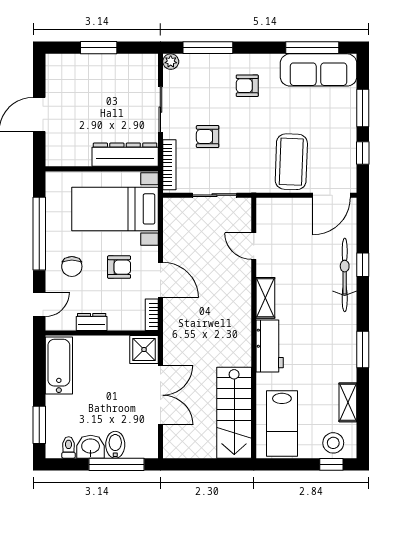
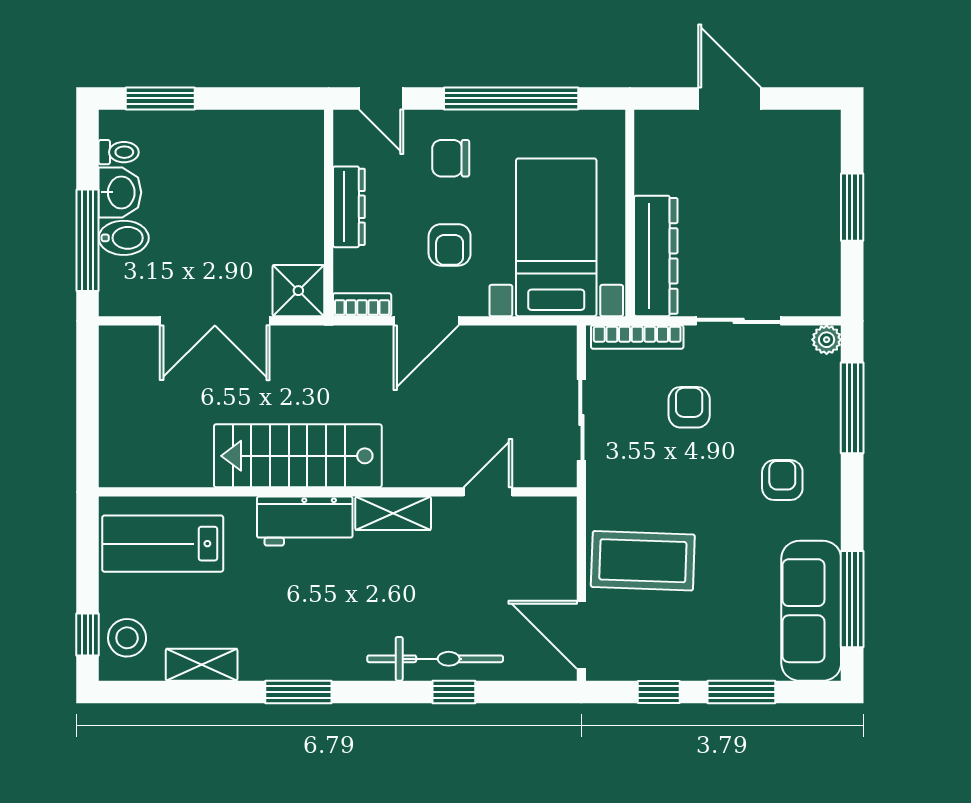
dresser: (92, 322) -> (349, 207), width x1.44
bathtub: (59, 365) -> (269, 134), removed
stairs: (234, 413) -> (298, 456), moved

